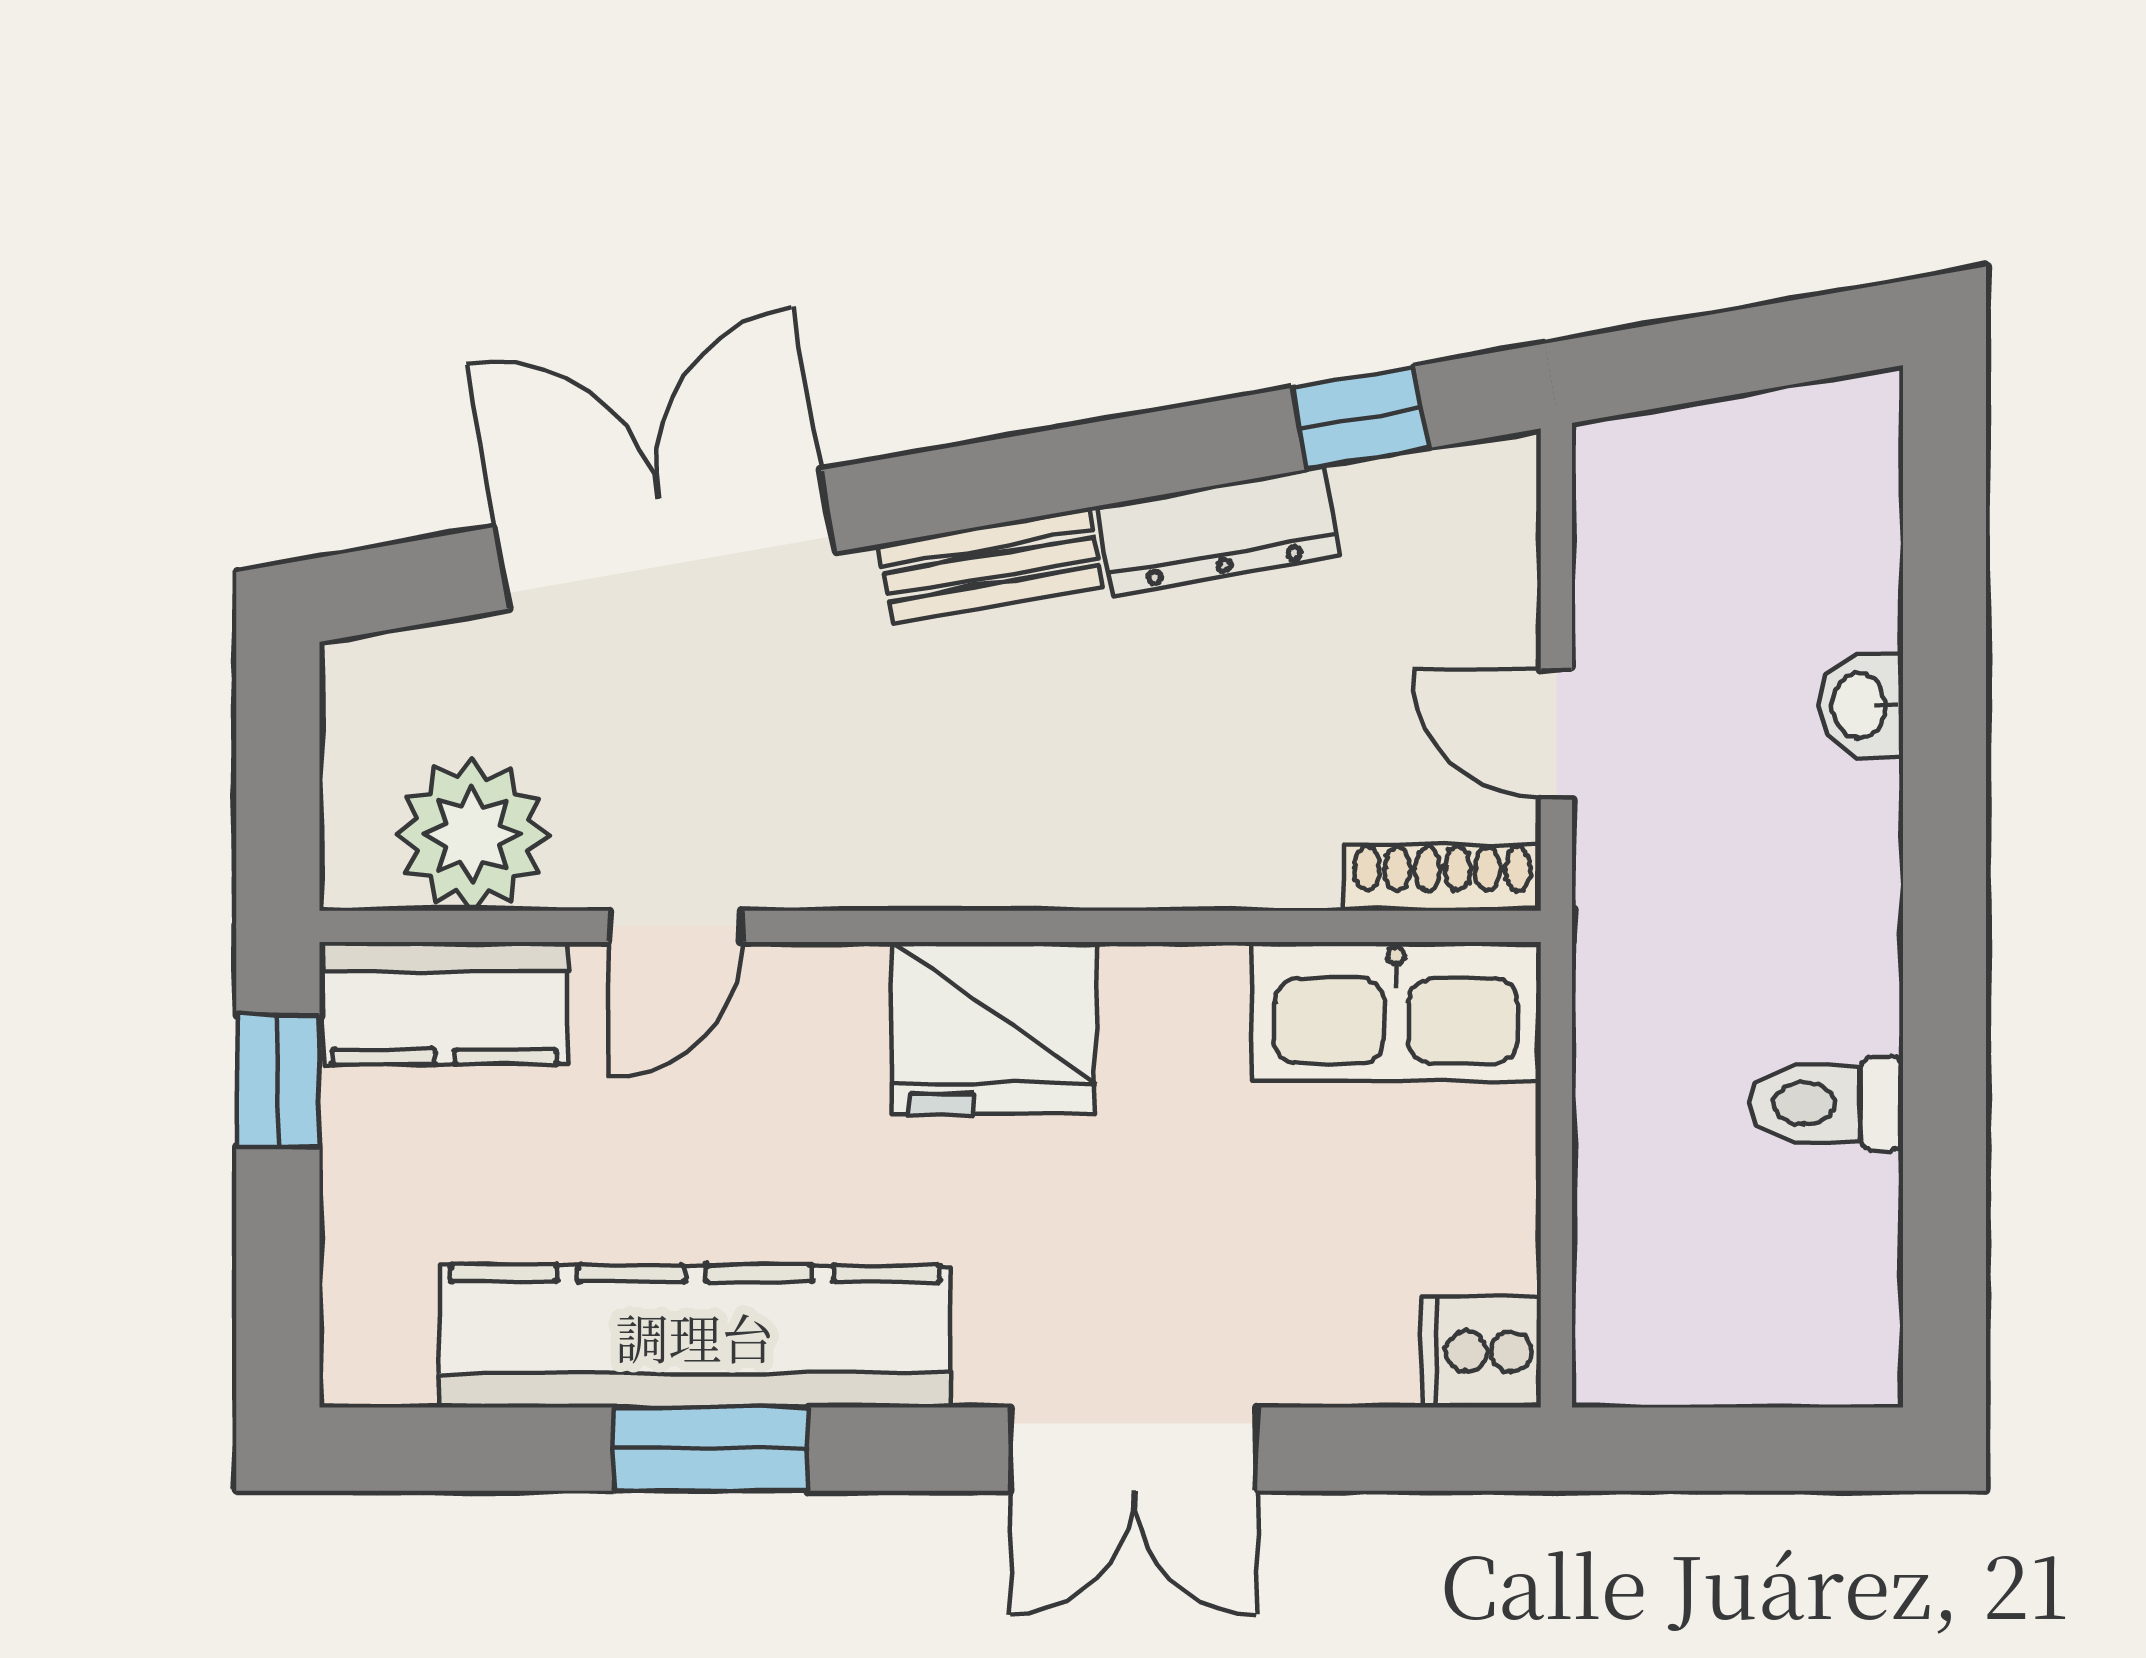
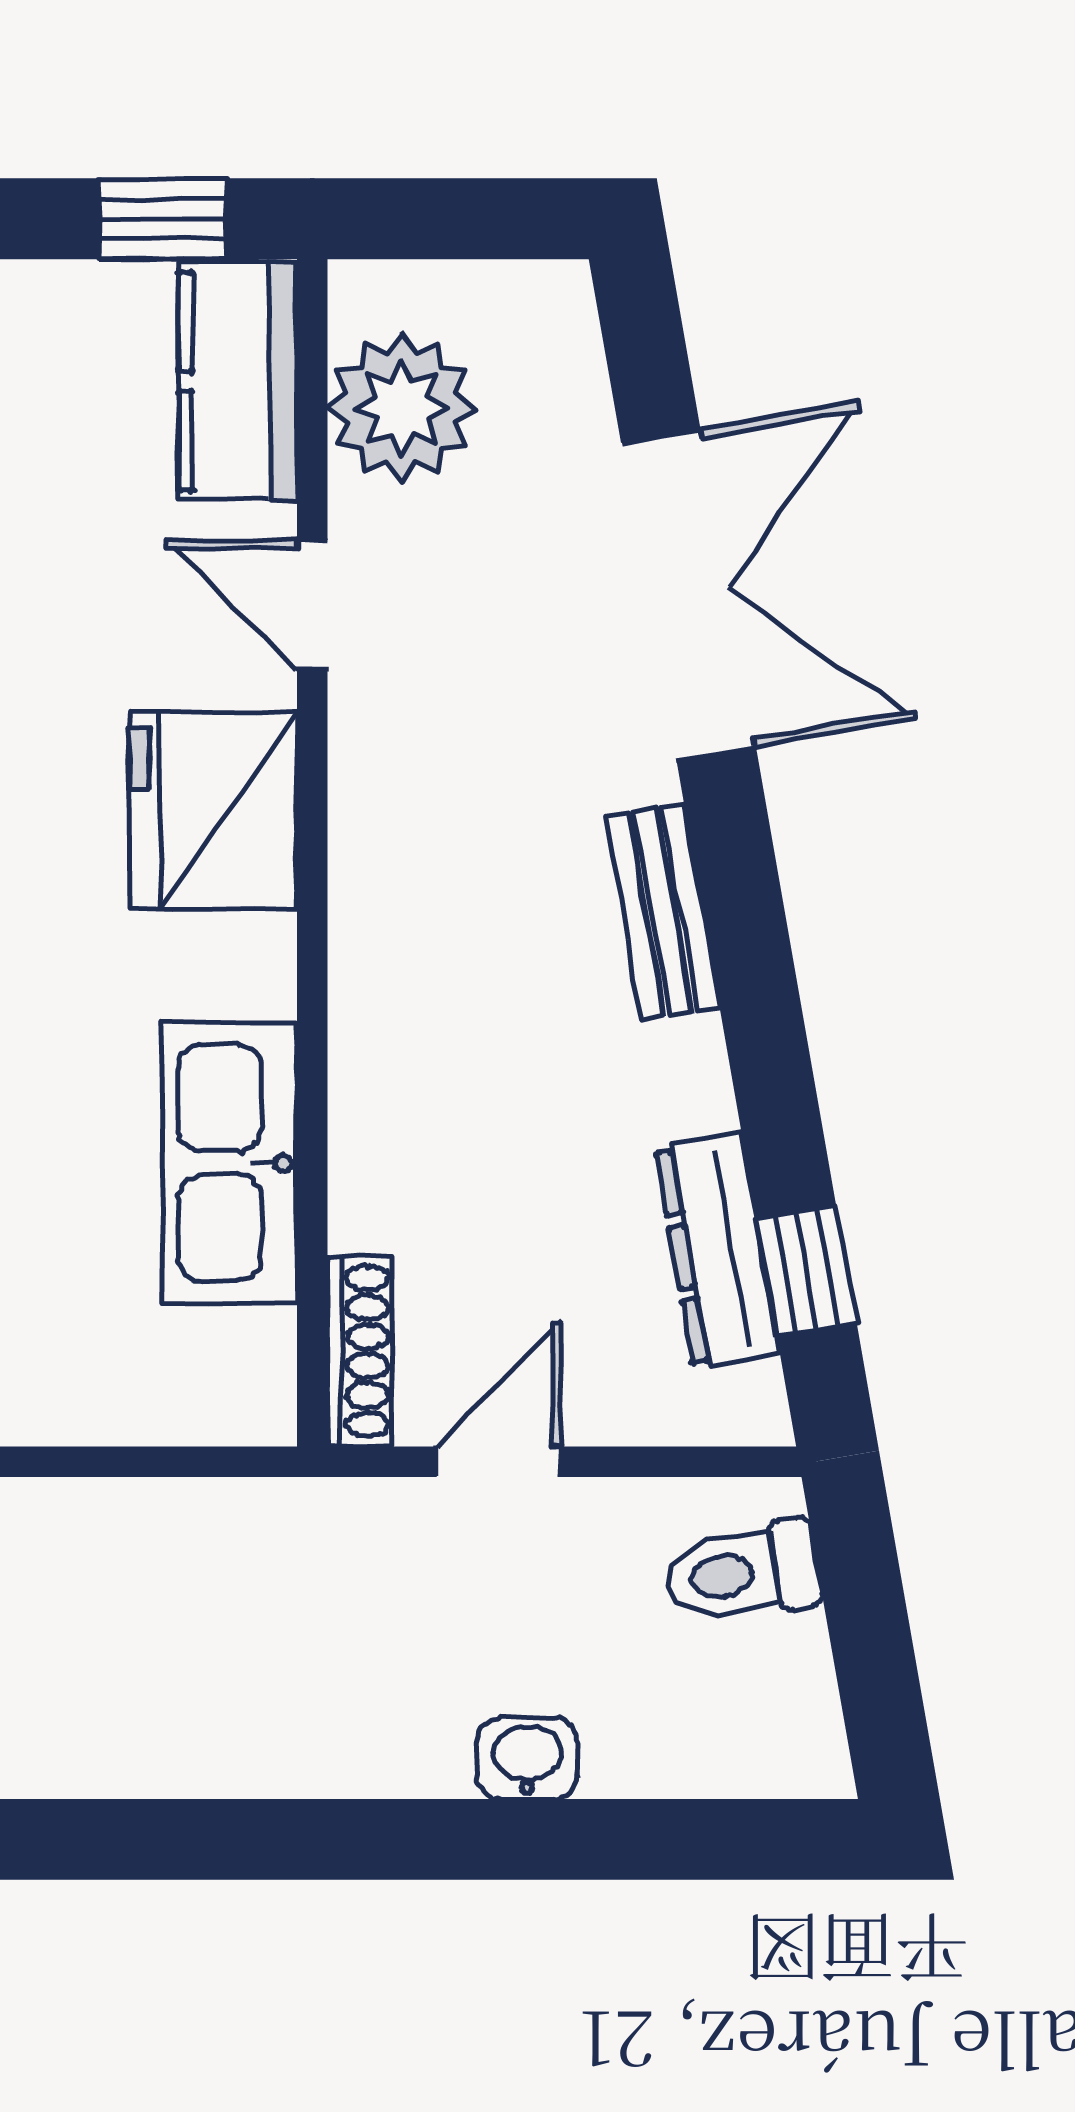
dresser: (1218, 531) -> (718, 1251), moved
kitchen sink: (1396, 1011) -> (229, 1163), moved
fridge: (994, 1028) -> (213, 810), moved
toilet: (1826, 1103) -> (742, 1573), moved, turned -100

